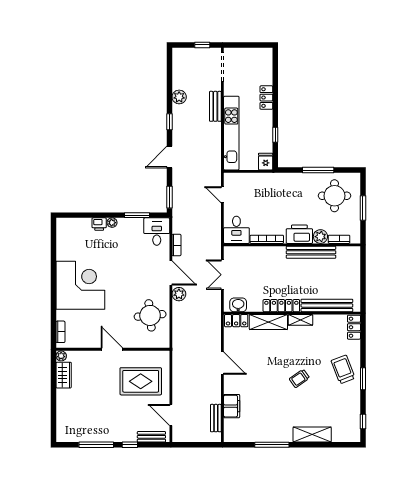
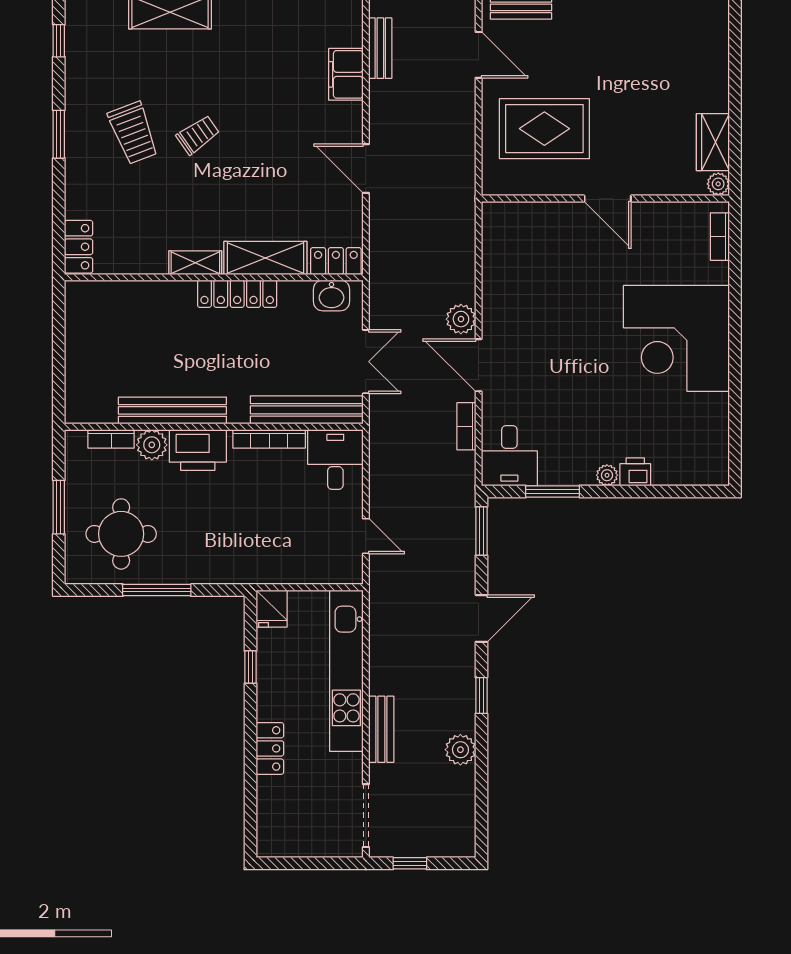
bench: (327, 305) -> (307, 410), moved
round table: (150, 315) -> (524, 272), removed
trolley: (343, 369) -> (133, 133), moved

